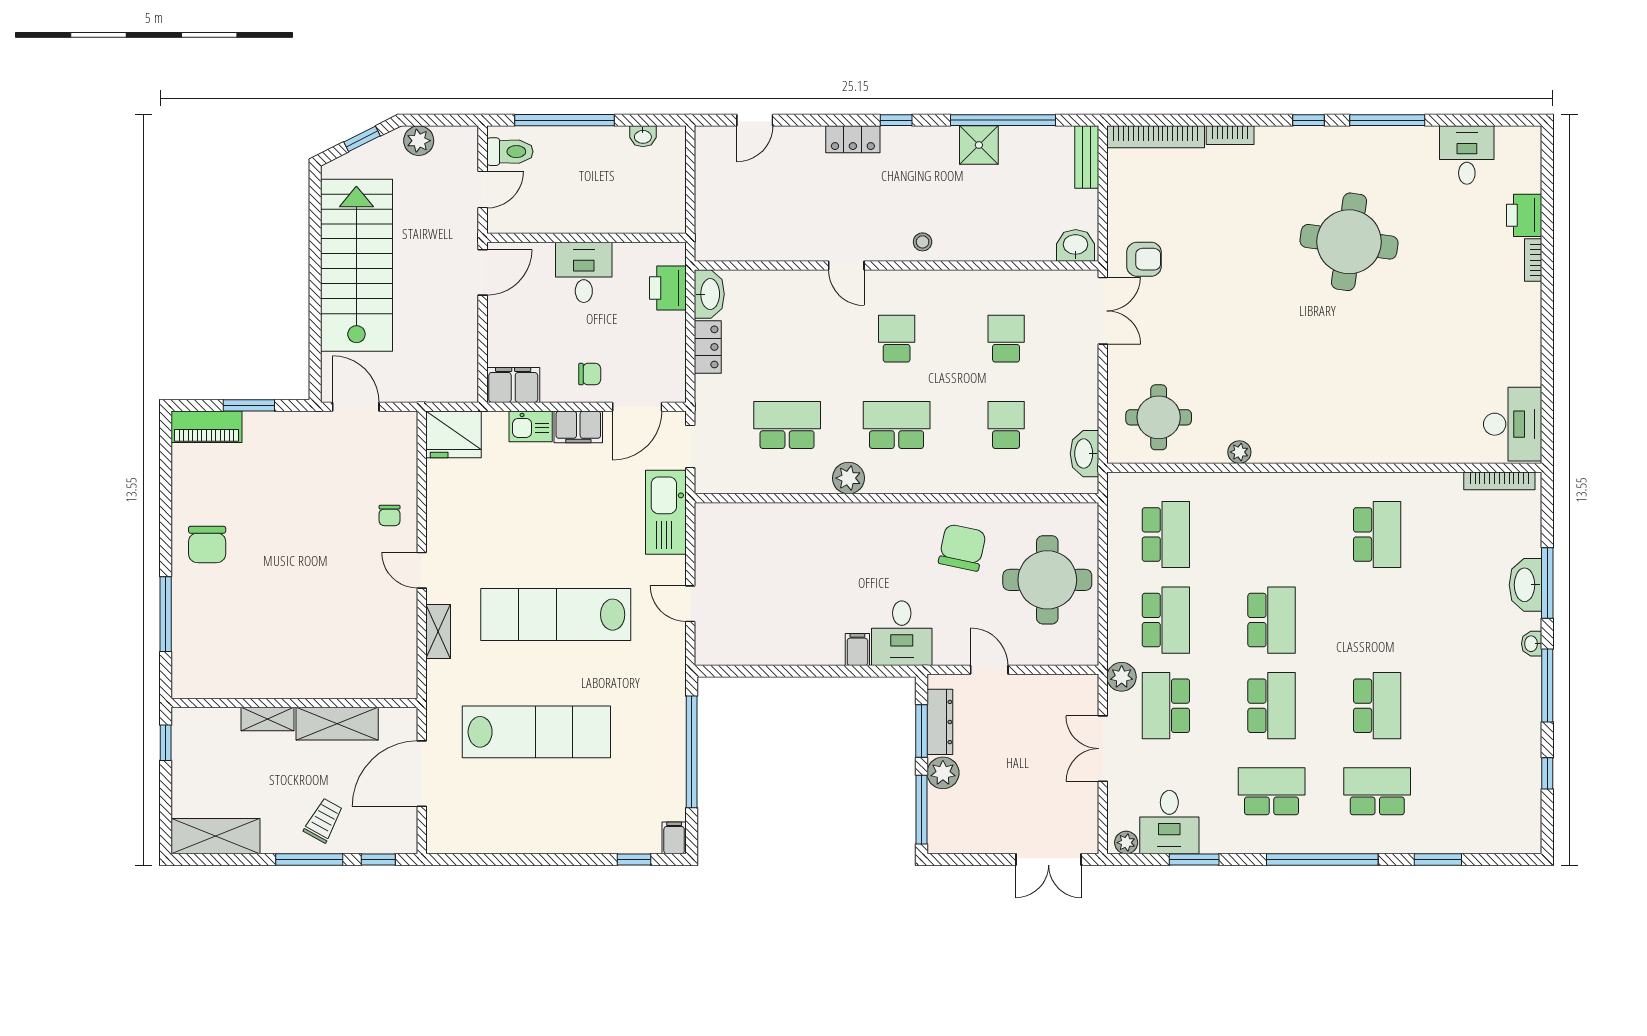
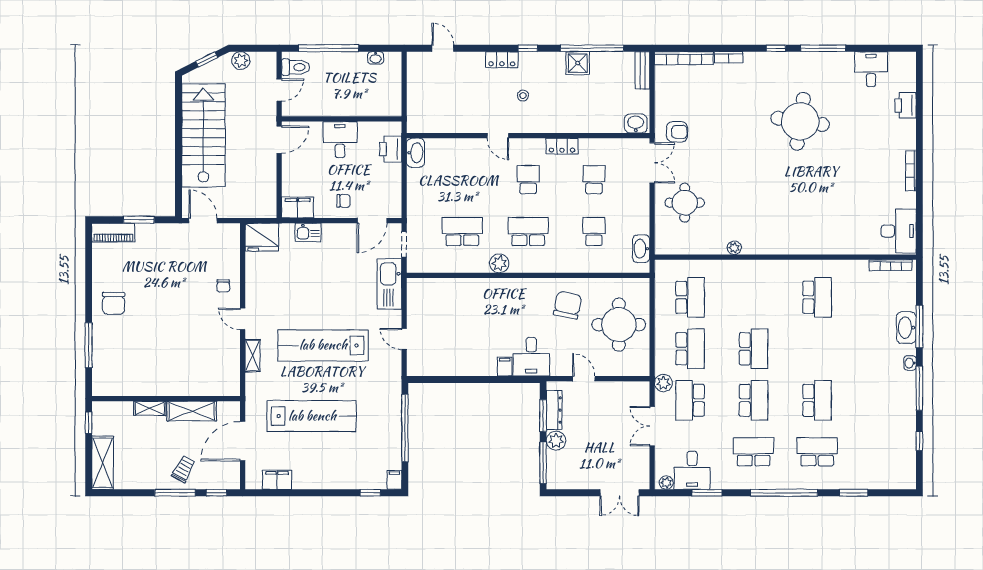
door: (755, 120) -> (443, 48), swing flipped
stool: (923, 242) -> (523, 96), moved
bookcase: (1533, 260) -> (911, 171), moved, width x1.56
locker: (708, 347) -> (562, 146), moved, turned 90
round table: (1159, 417) -> (685, 203), moved
filing cabinet: (578, 427) -> (277, 480), moved, turned 180
shelving: (215, 836) -> (103, 463), moved, turned 90

